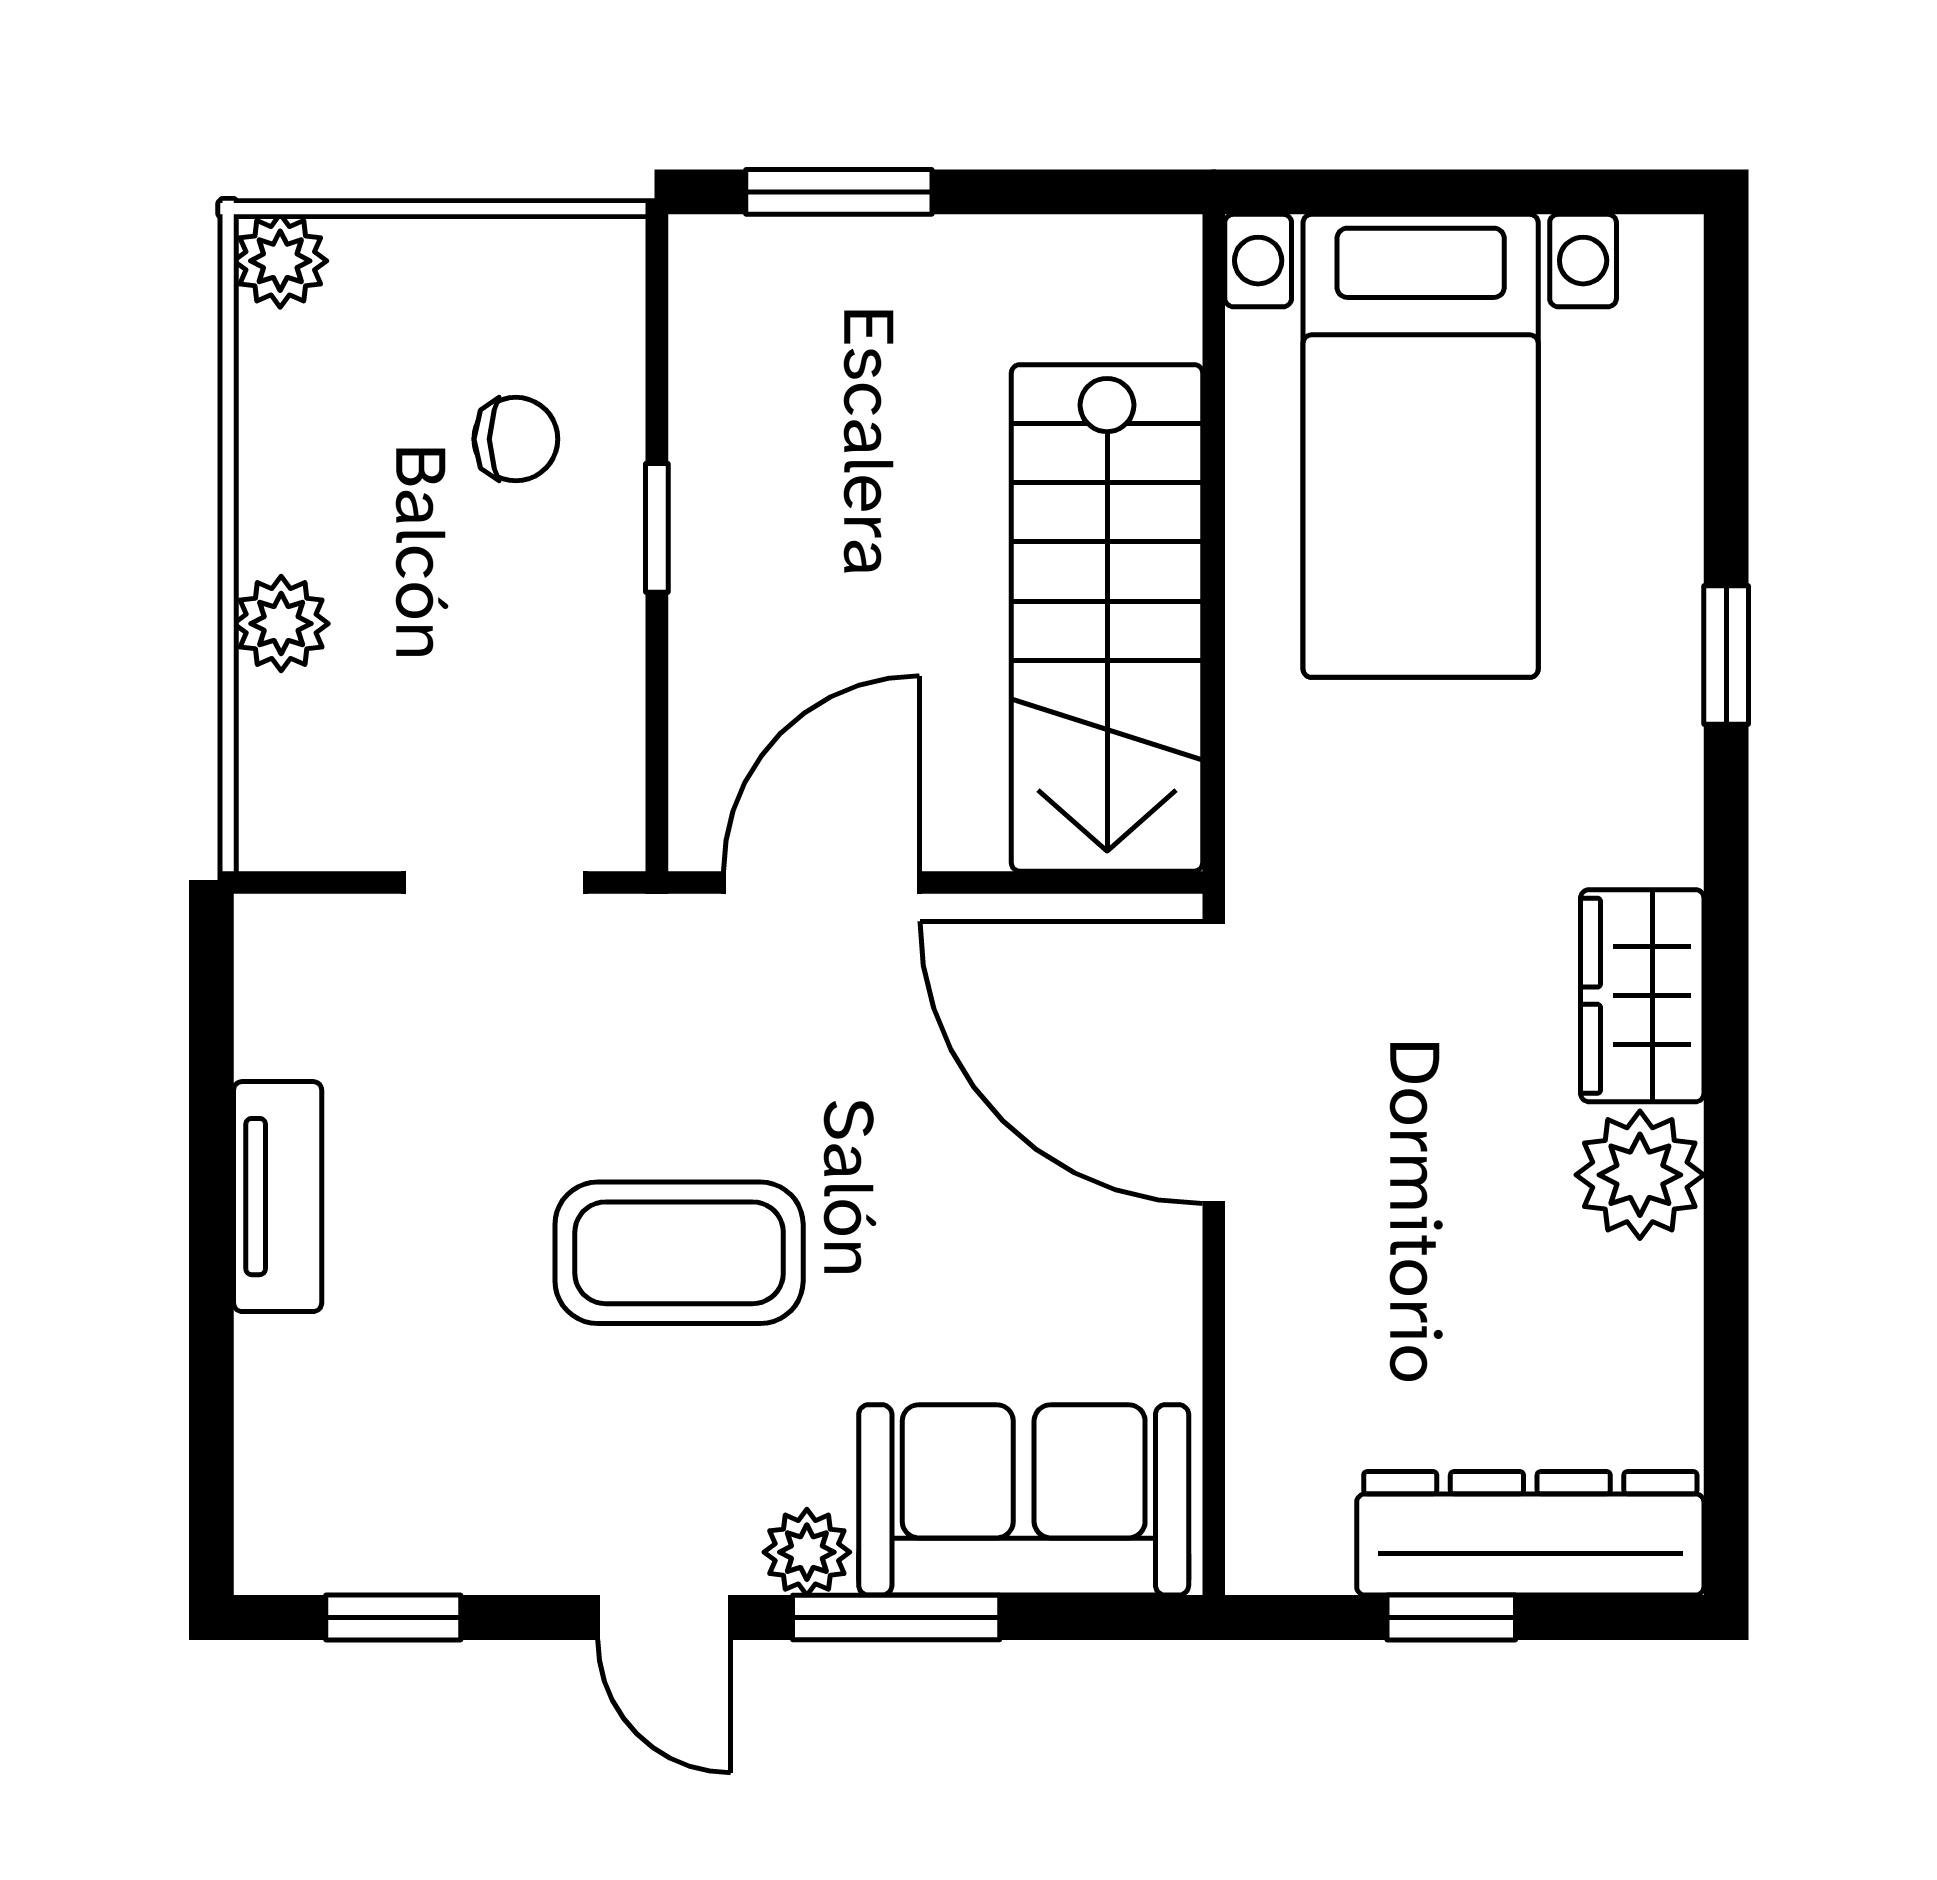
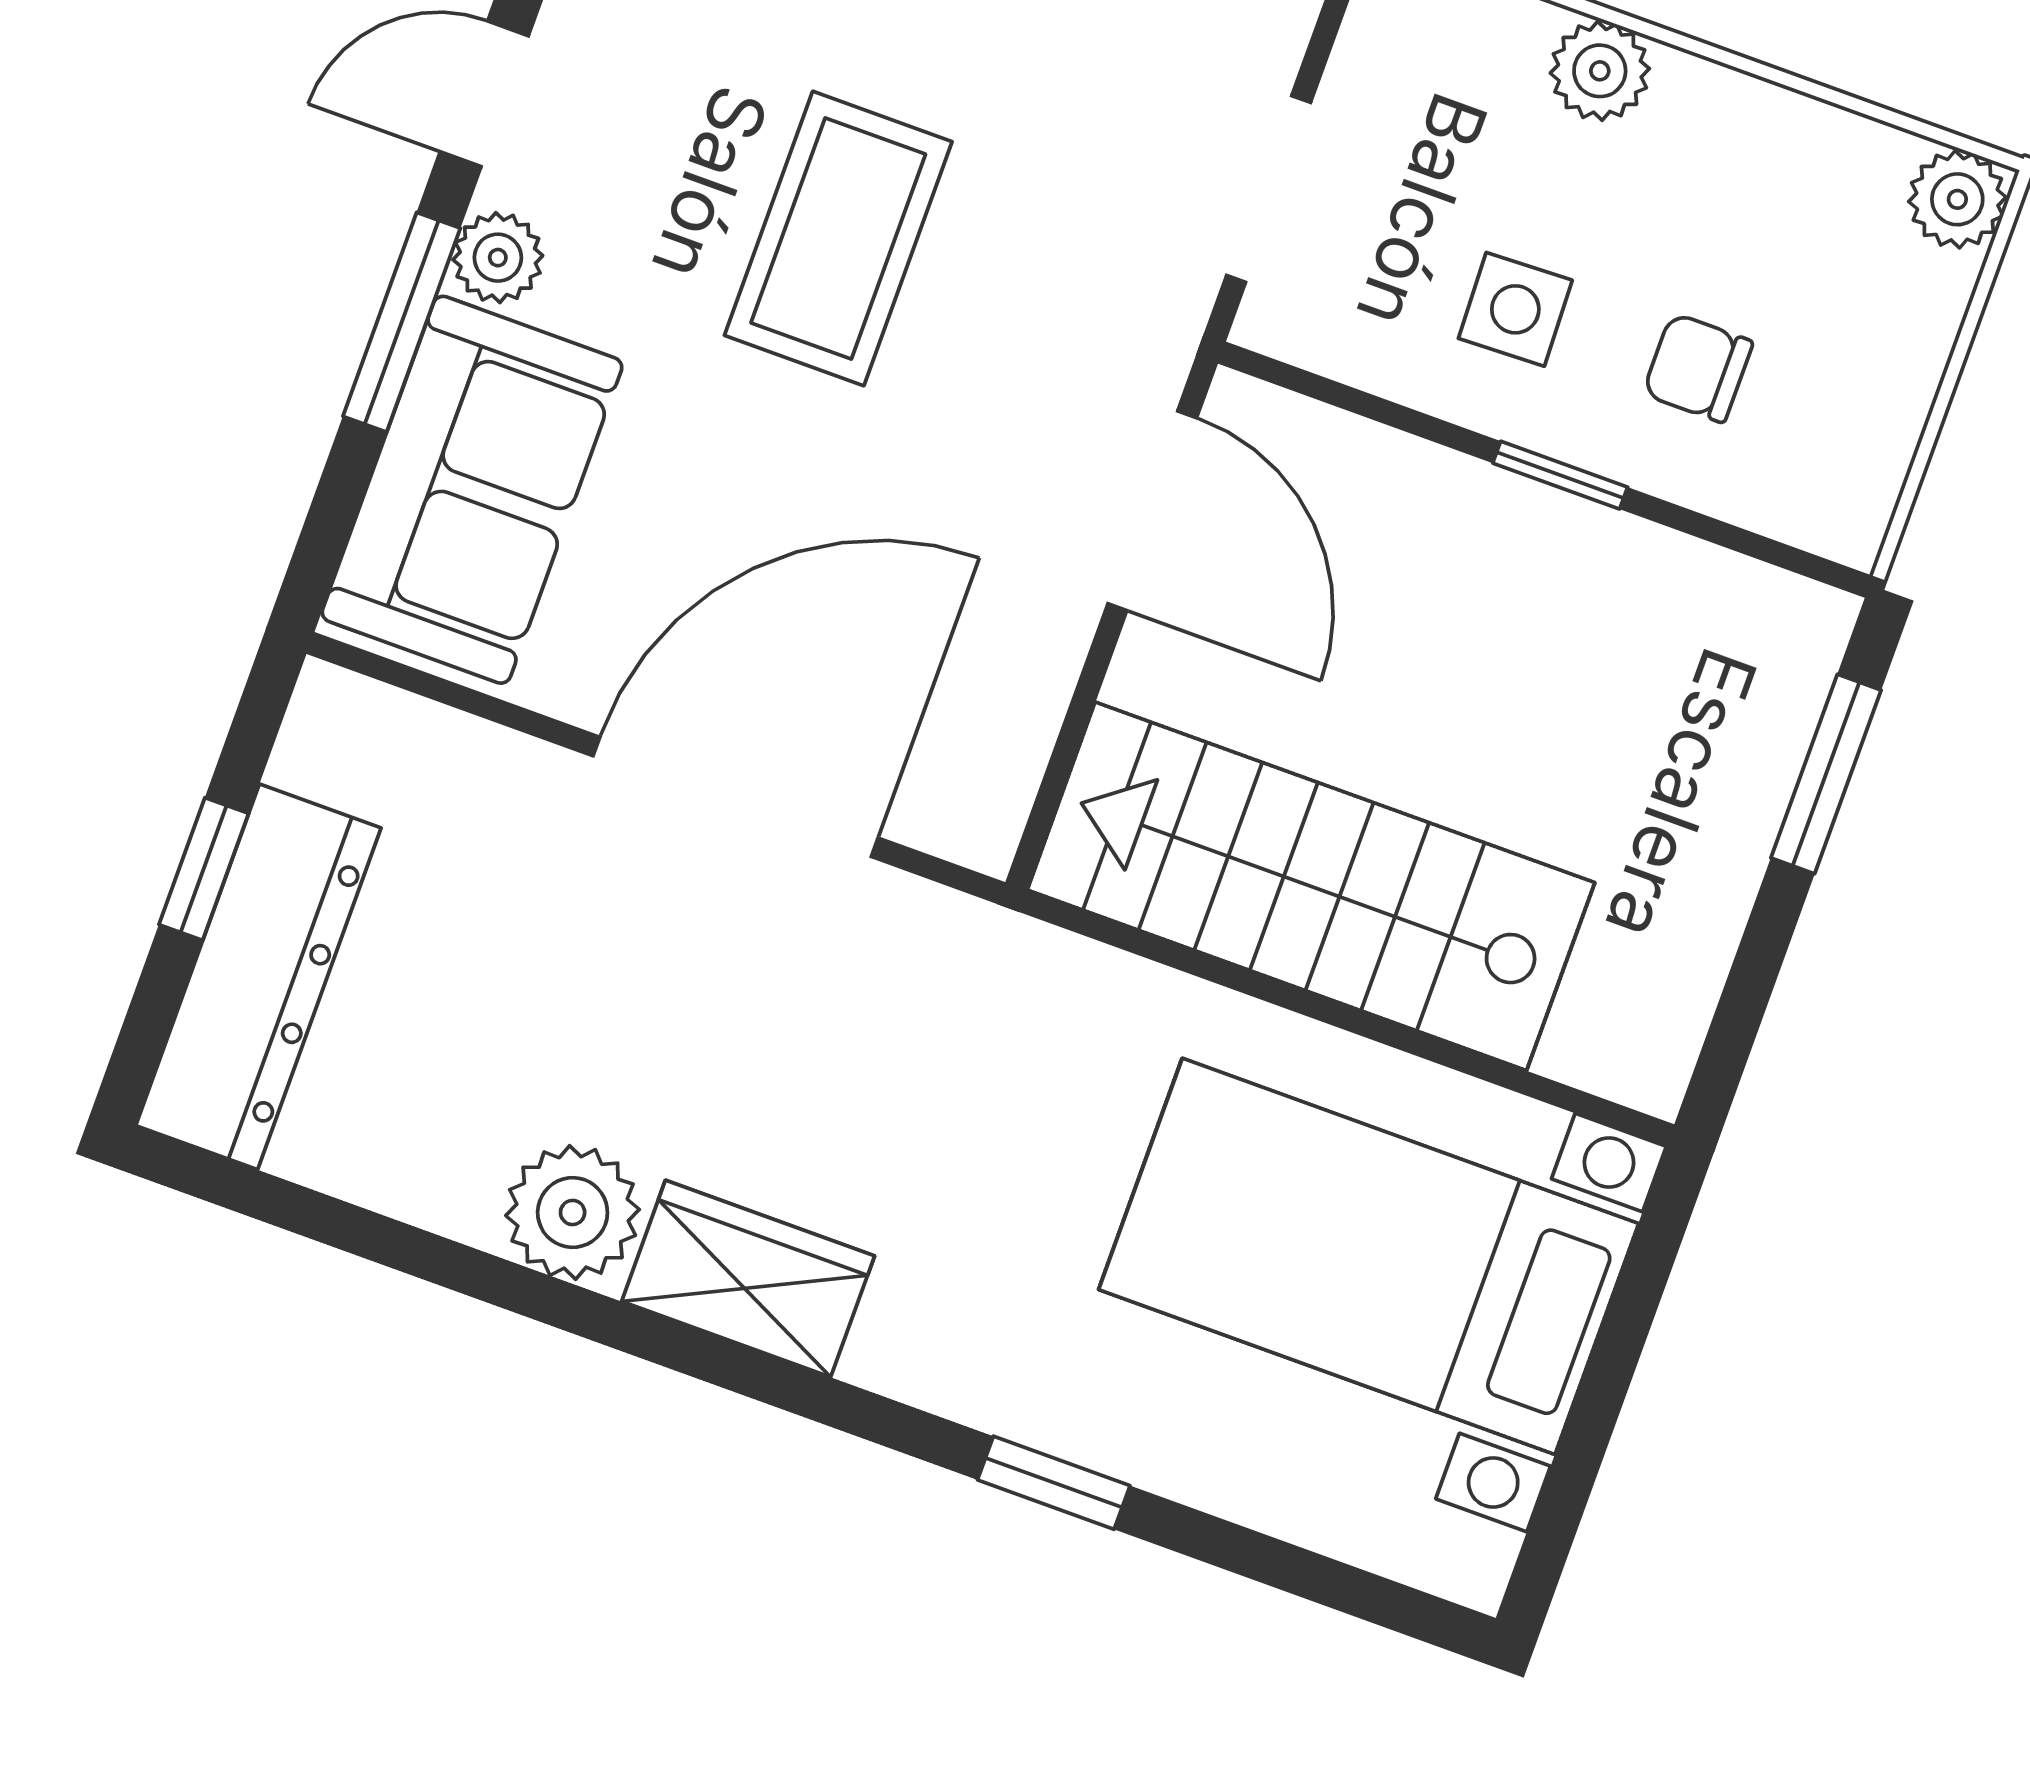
chair: (516, 439) -> (1698, 368), turned 90
side table: (523, 622) -> (1515, 309), added
door: (1214, 1062) -> (736, 797), moved

